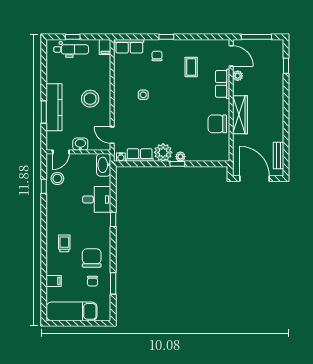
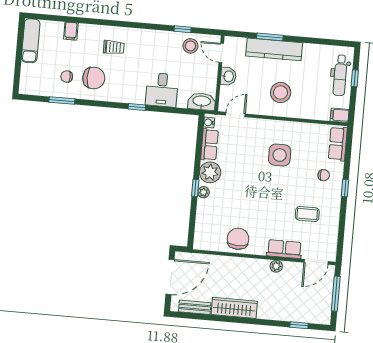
plant: (238, 76) -> (276, 266), moved
side table: (143, 95) -> (280, 155), width x1.87, depth x1.87
wardrobe: (240, 115) -> (234, 308), moved, turned 180
exam couch: (72, 311) -> (31, 41), width x0.73, depth x0.69

